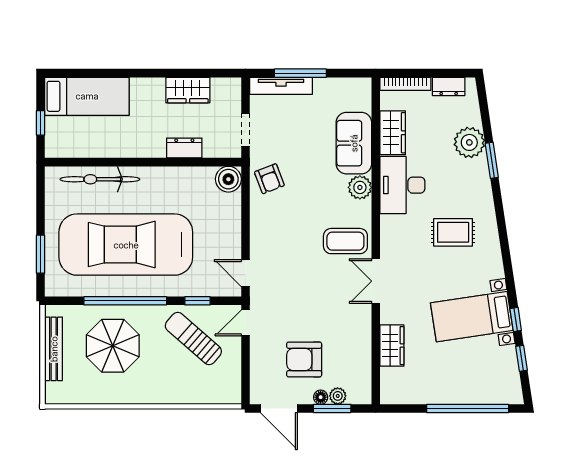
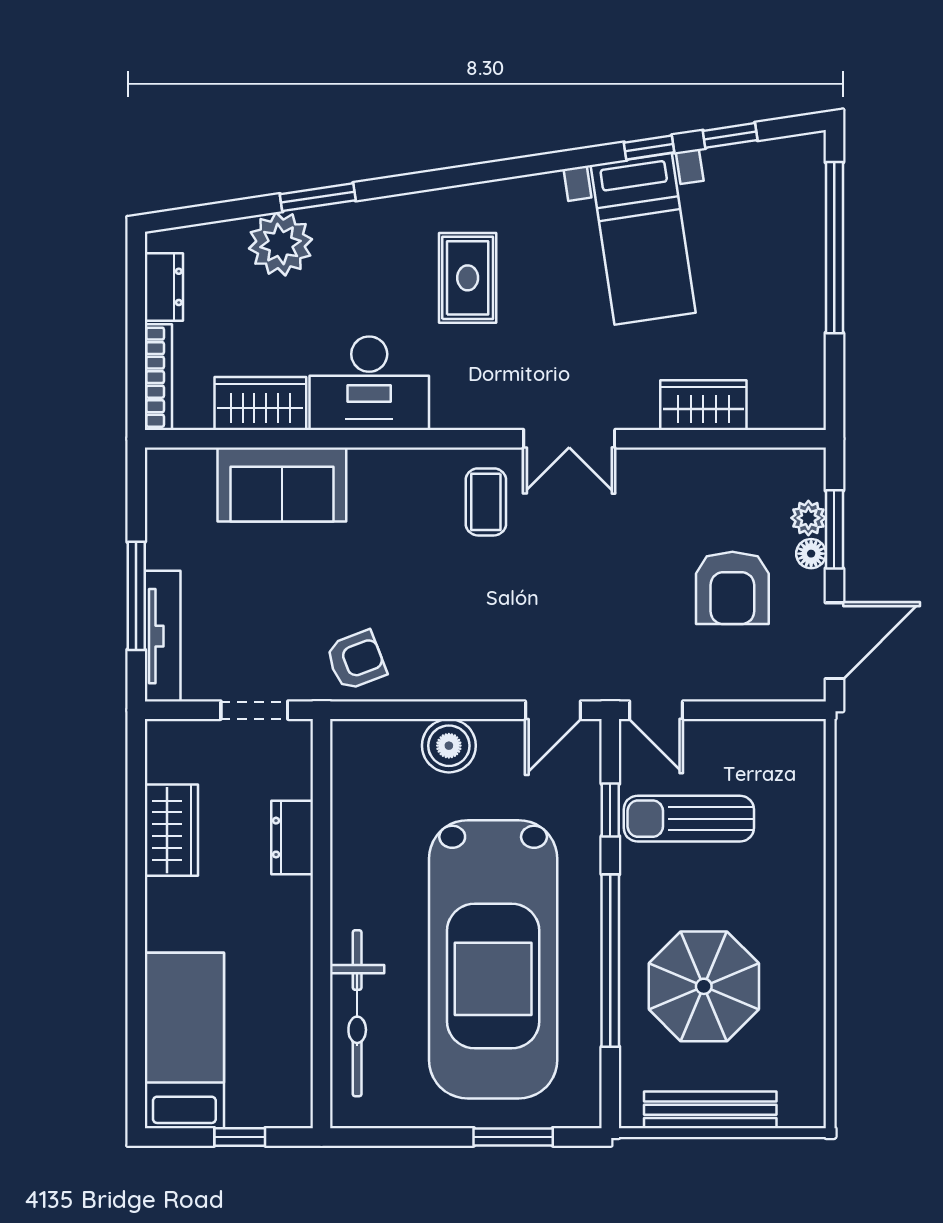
boiler: (228, 179) -> (449, 746), moved
plant: (360, 187) -> (374, 472), removed
coffee table: (345, 241) -> (486, 502), width x0.73, depth x0.77
sun lounger: (193, 339) -> (689, 819), turned 49

